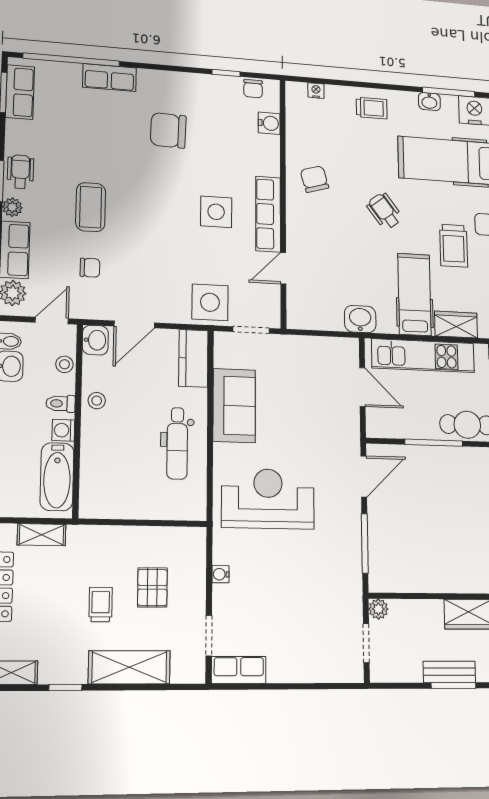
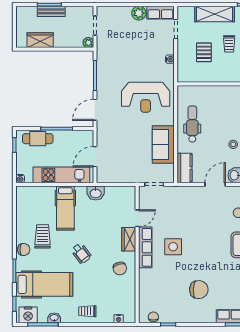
water cooler: (269, 123) -> (145, 298), removed
side table: (210, 302) -> (176, 198), removed
wardrobe: (456, 324) -> (129, 239), moved, turned 90
door: (362, 387) -> (95, 157), hinge flipped
plant: (282, 669) -> (139, 13), added

